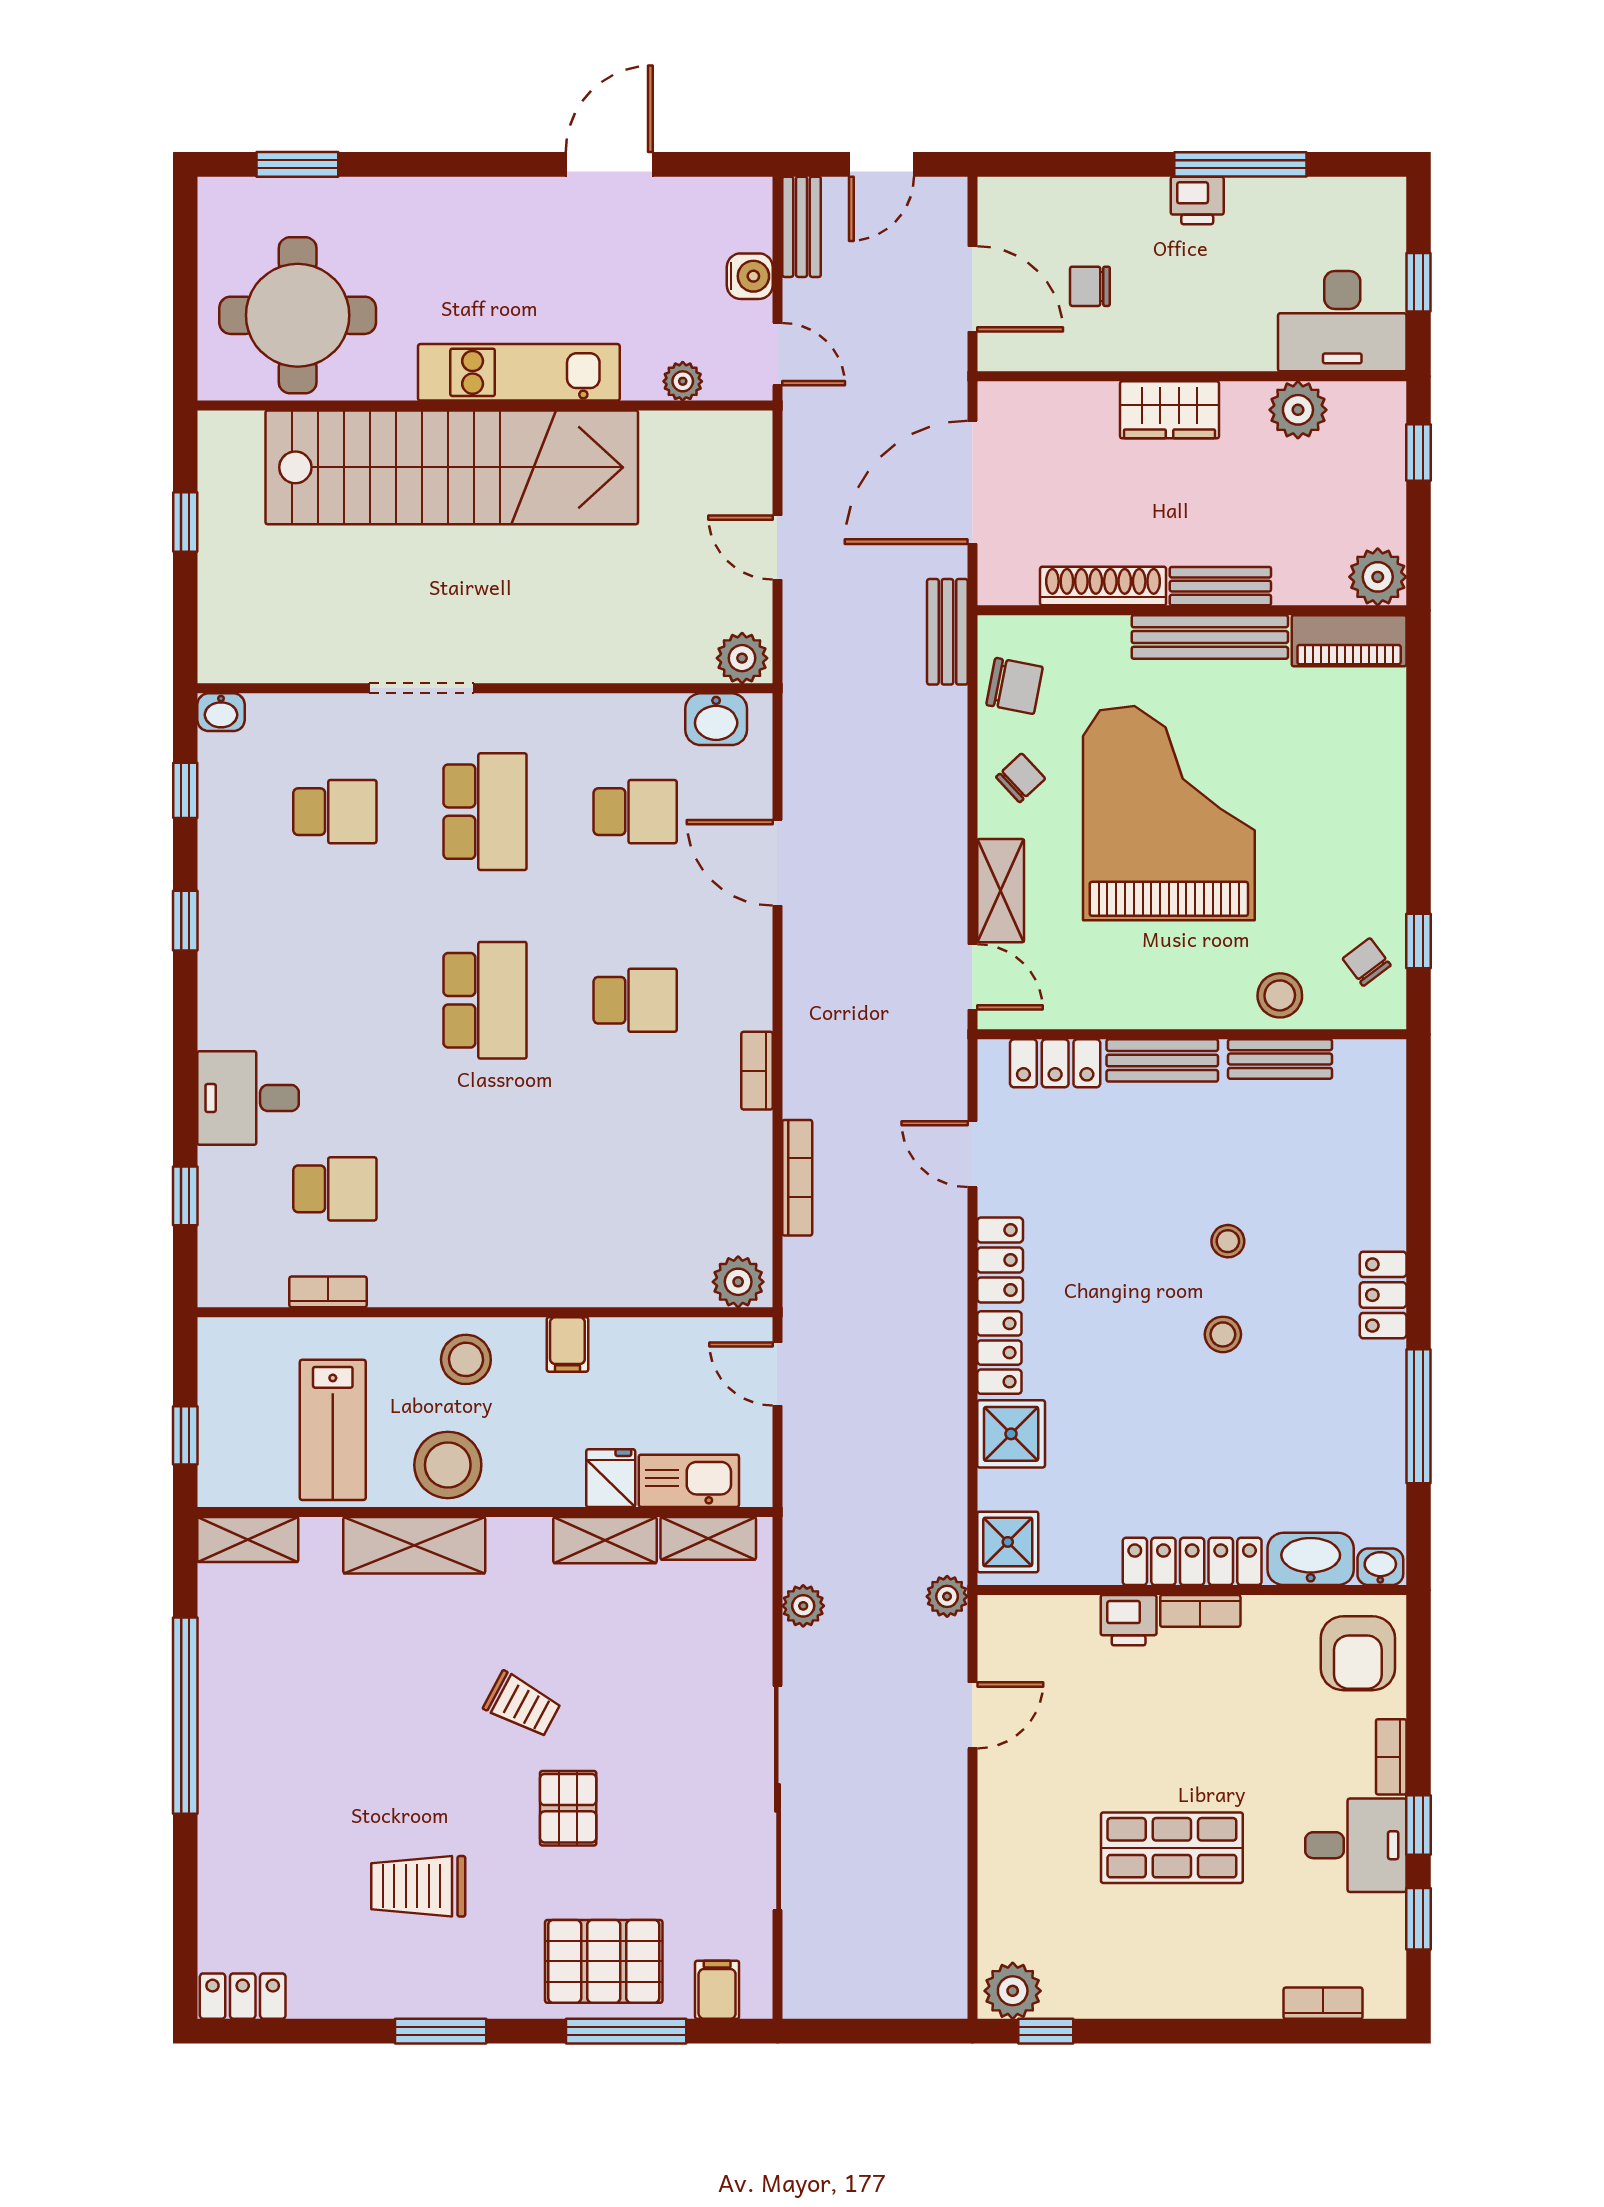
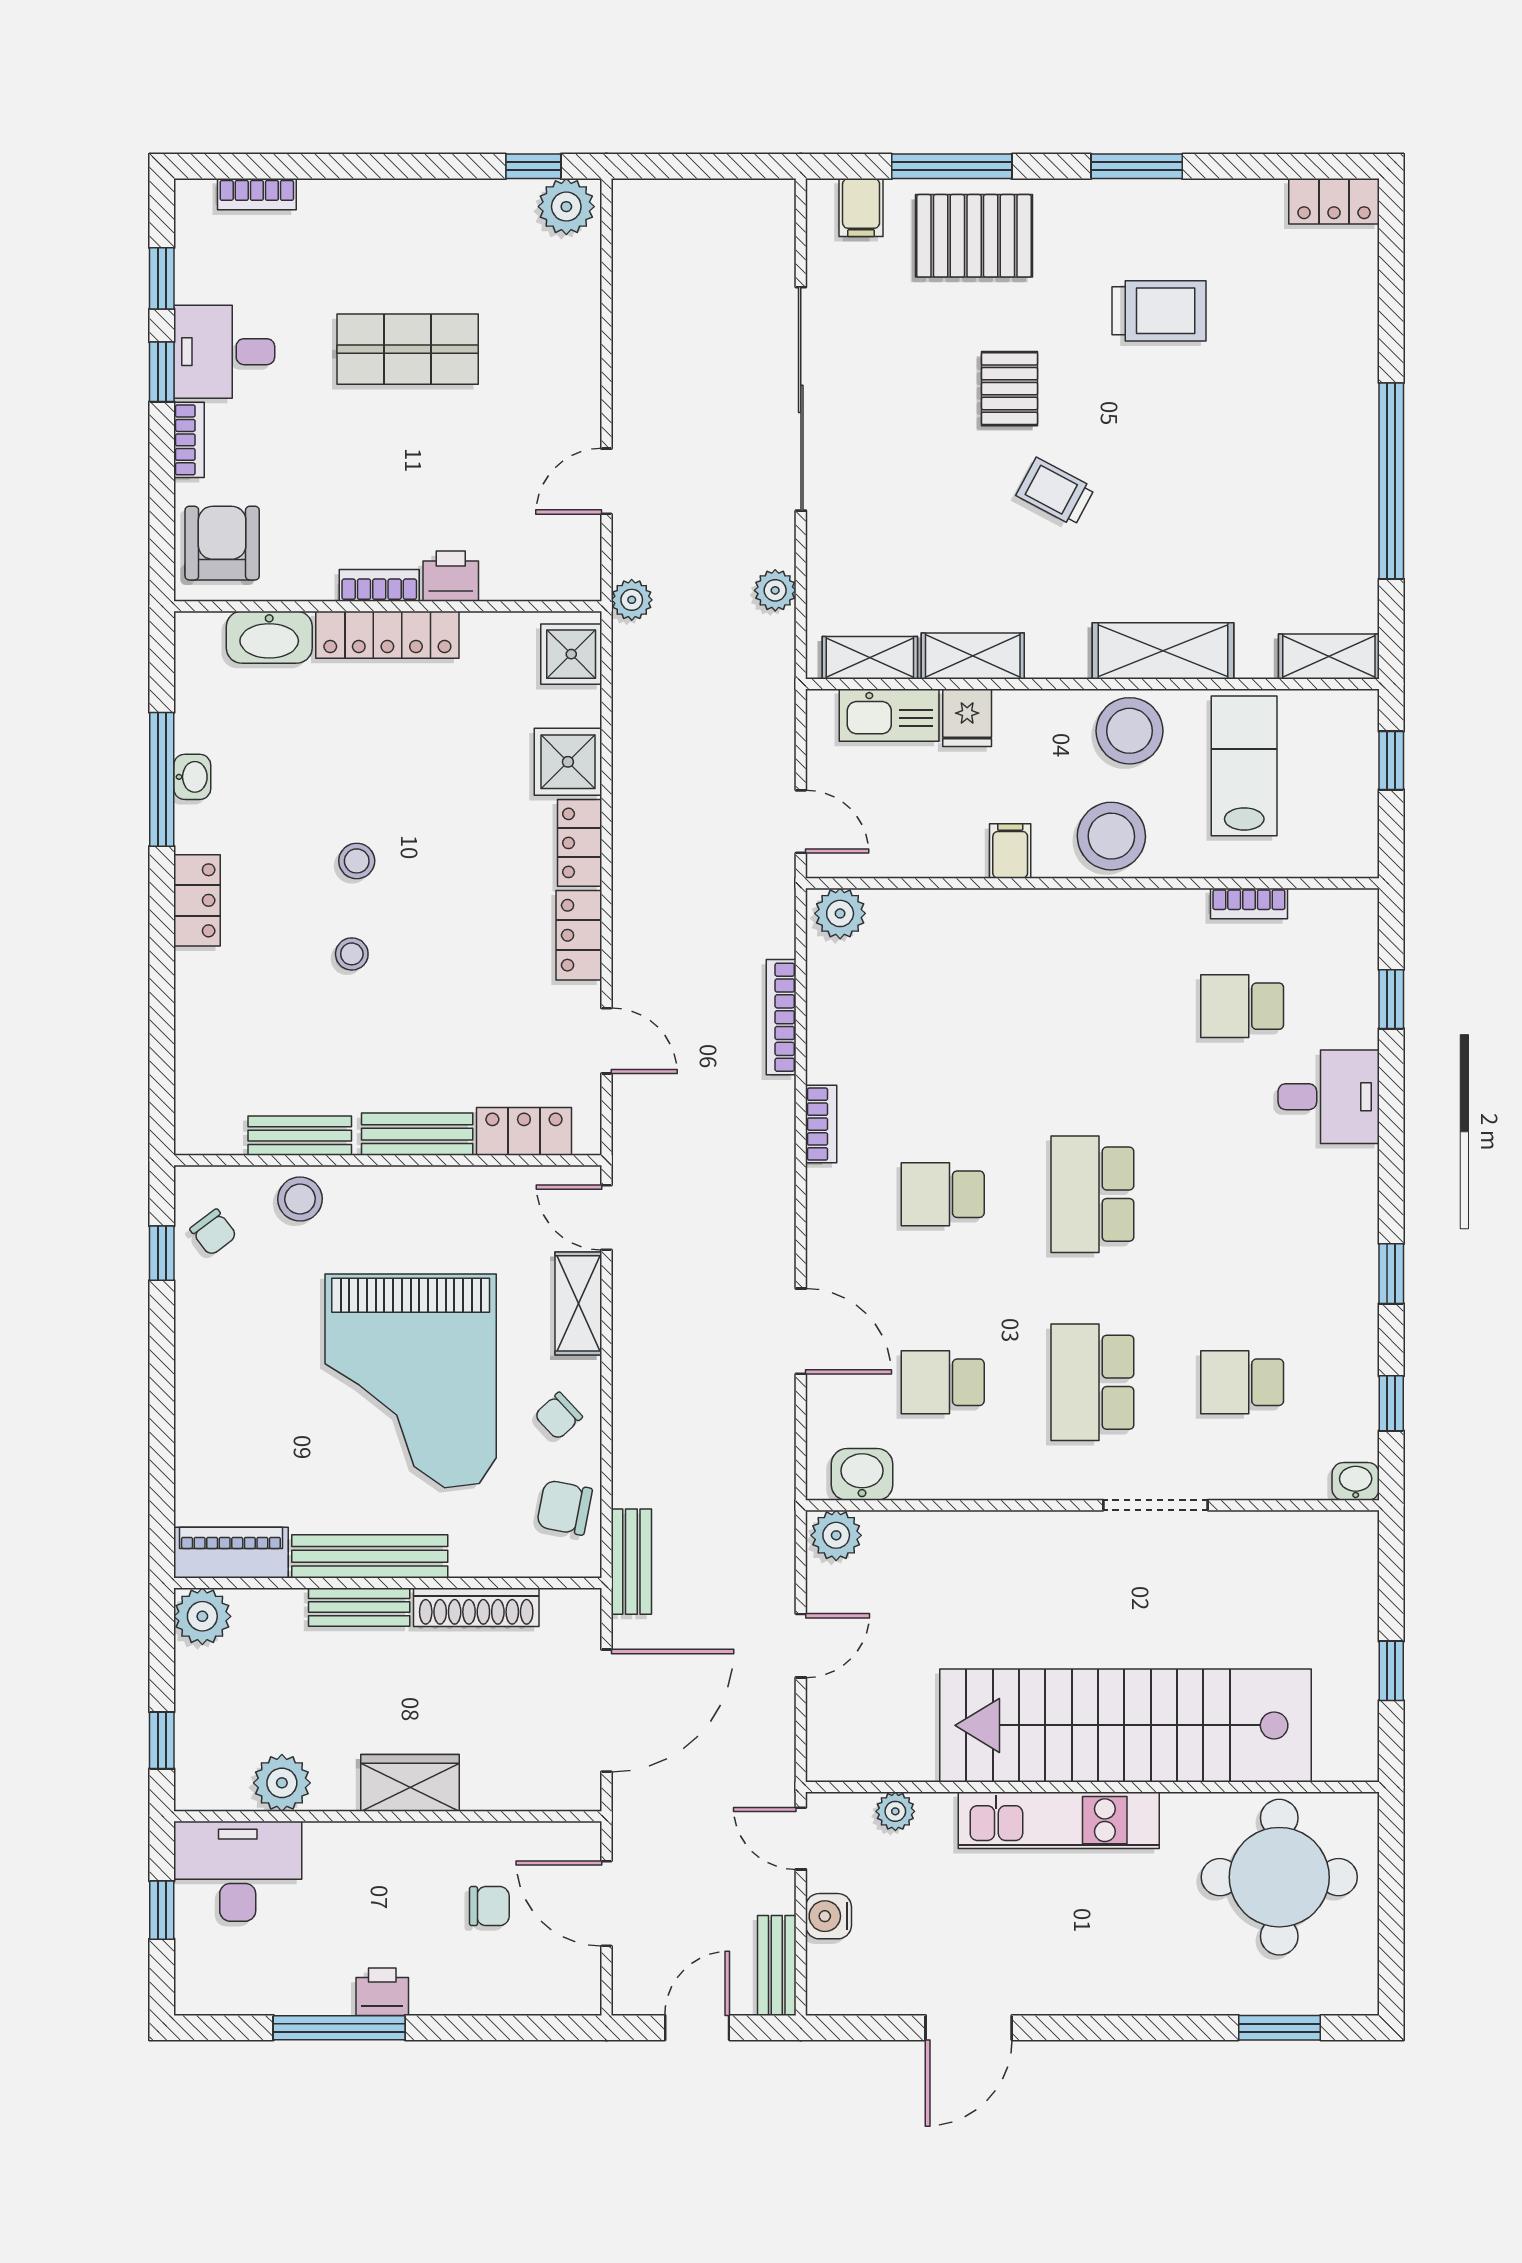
door: (777, 548) -> (801, 1646), hinge flipped
stool: (466, 1359) -> (1111, 836), width x1.38, depth x1.38
washbasin: (1380, 1567) -> (192, 777), moved, turned -90

